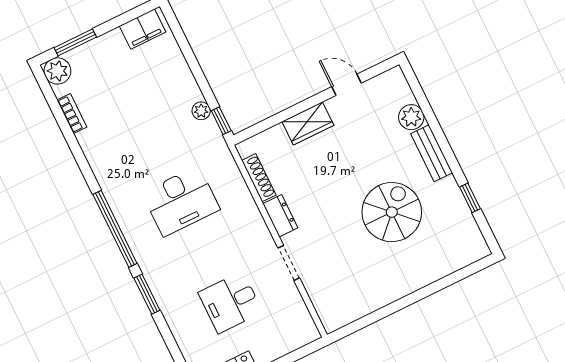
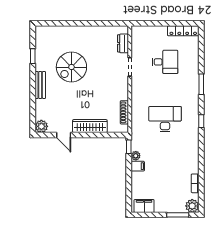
filing cabinet: (188, 94) -> (138, 166), added
plant: (411, 117) -> (41, 126), moved
wardrobe: (308, 123) -> (90, 126), width x1.50
dresser: (280, 216) -> (123, 43), moved
window: (115, 229) -> (201, 121), width x0.32

